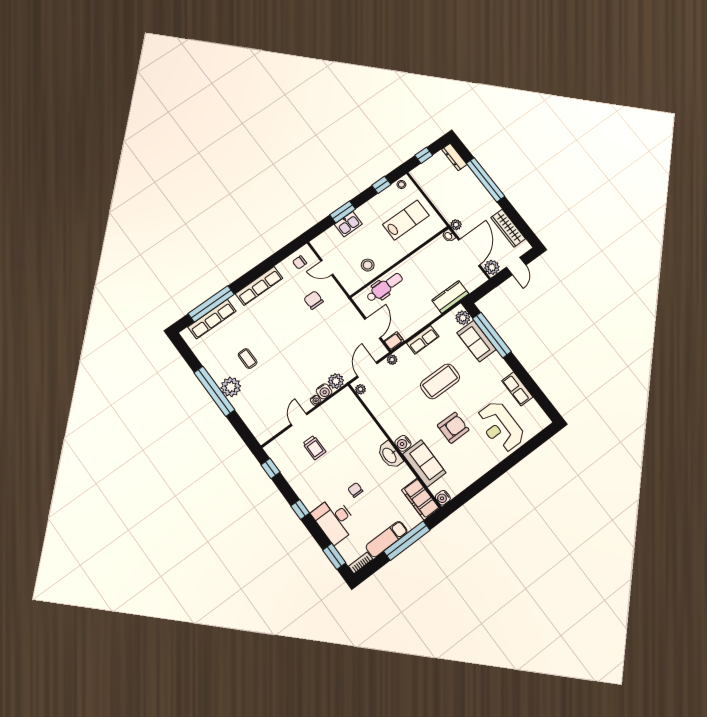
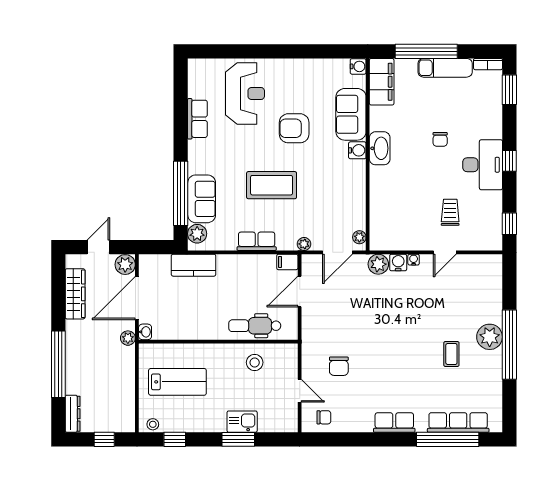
lab bench: (406, 220) -> (177, 382), turned 180
row of seats: (259, 286) -> (394, 423), width x0.68
desk: (335, 520) -> (483, 165), moved

